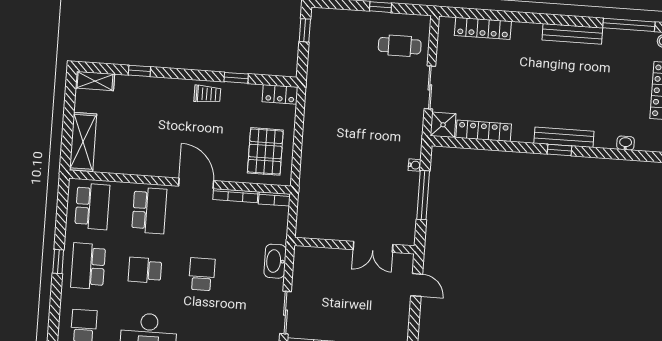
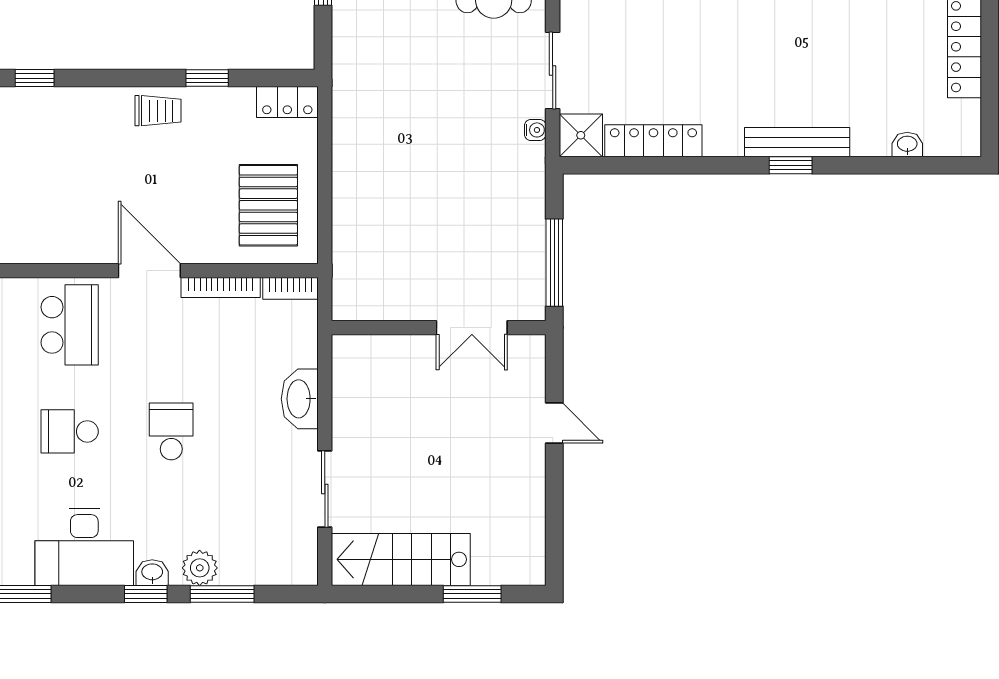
water cooler: (415, 165) -> (535, 130), moved
wall: (354, 246) -> (439, 328), moved
double door: (373, 247) -> (472, 328), moved

